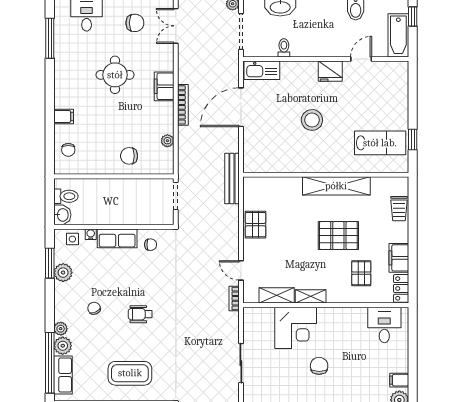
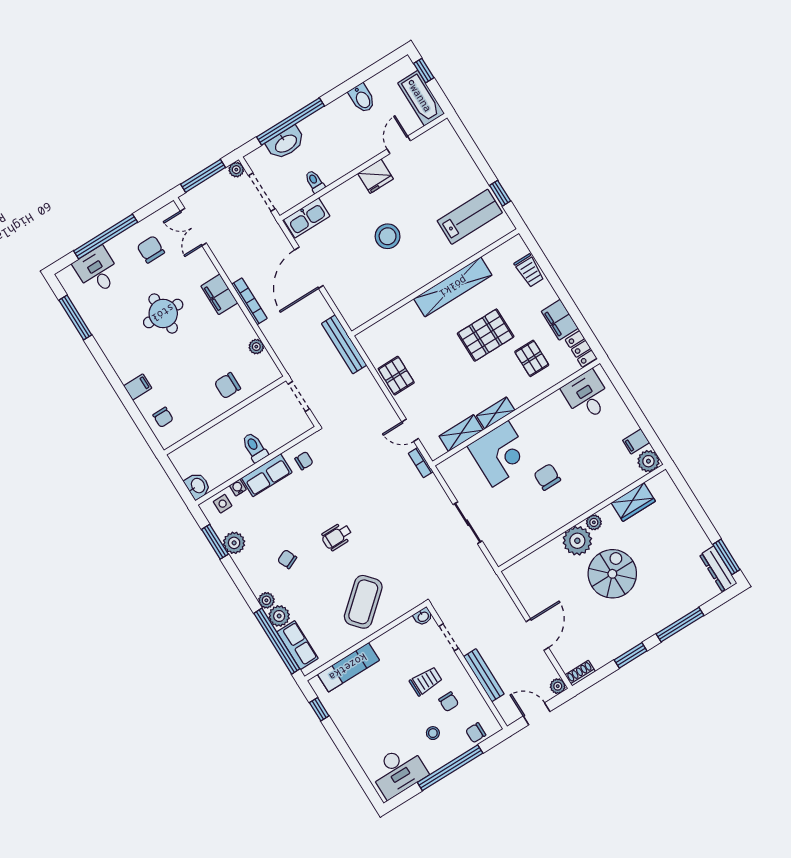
chair: (135, 23) -> (151, 249), turned -90
toilet: (66, 196) -> (255, 447), moved, turned -90
coffee table: (130, 373) -> (363, 602), turned -41

